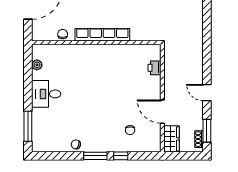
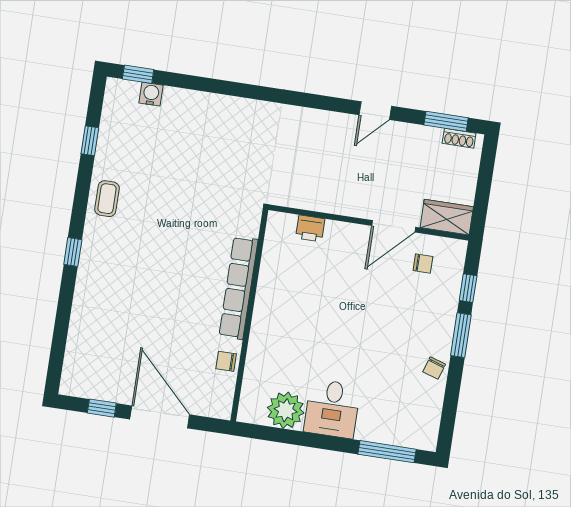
plant: (37, 65) -> (286, 410), width x1.88, depth x1.88
printer: (154, 68) -> (310, 228), moved
wall: (162, 98) -> (369, 223), moved
door: (162, 112) -> (394, 226), moved
wardrobe: (171, 139) -> (447, 217), moved

